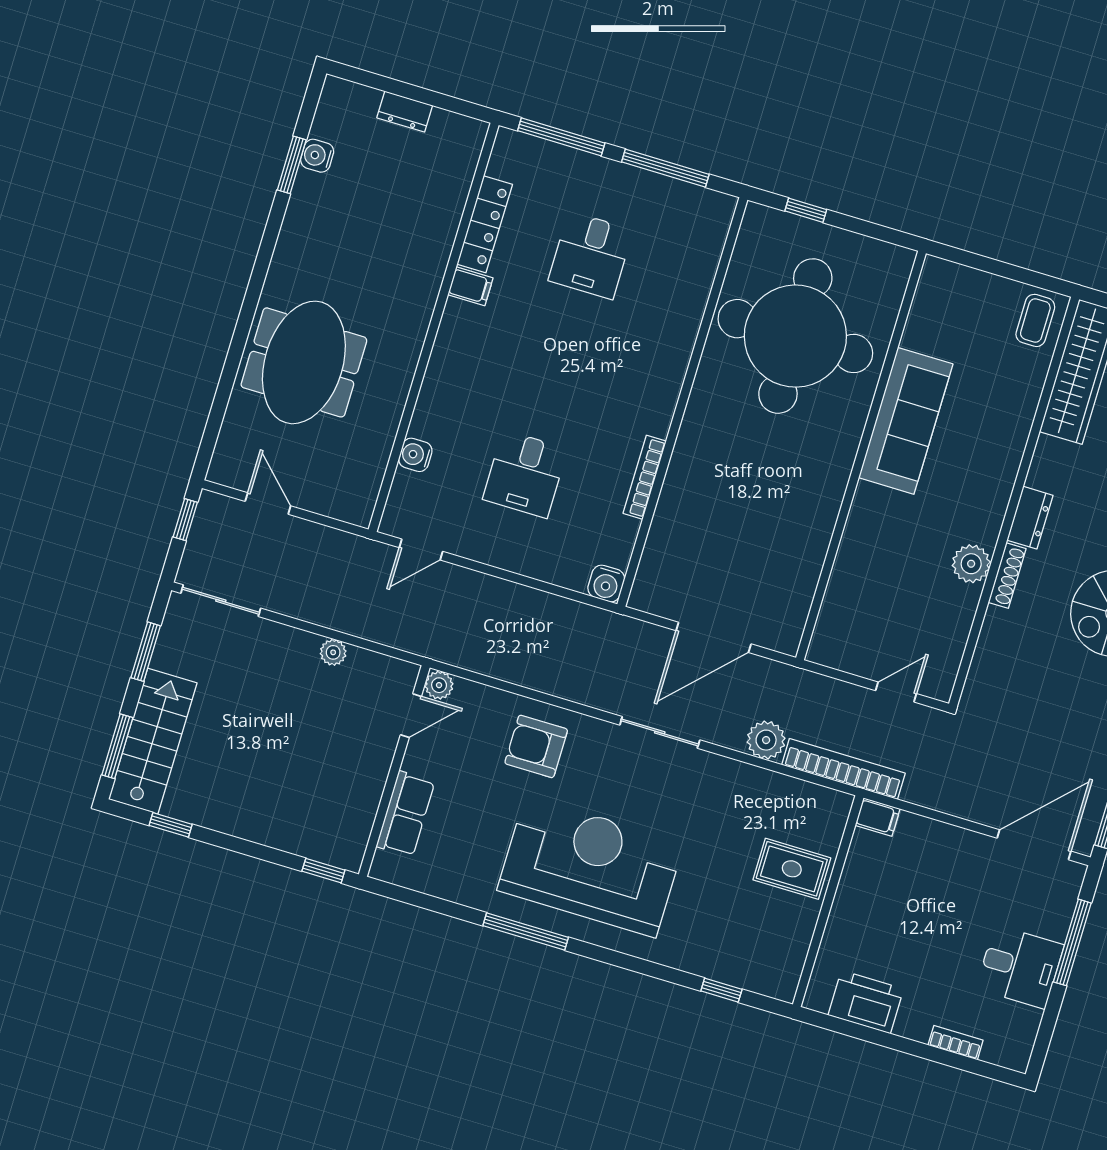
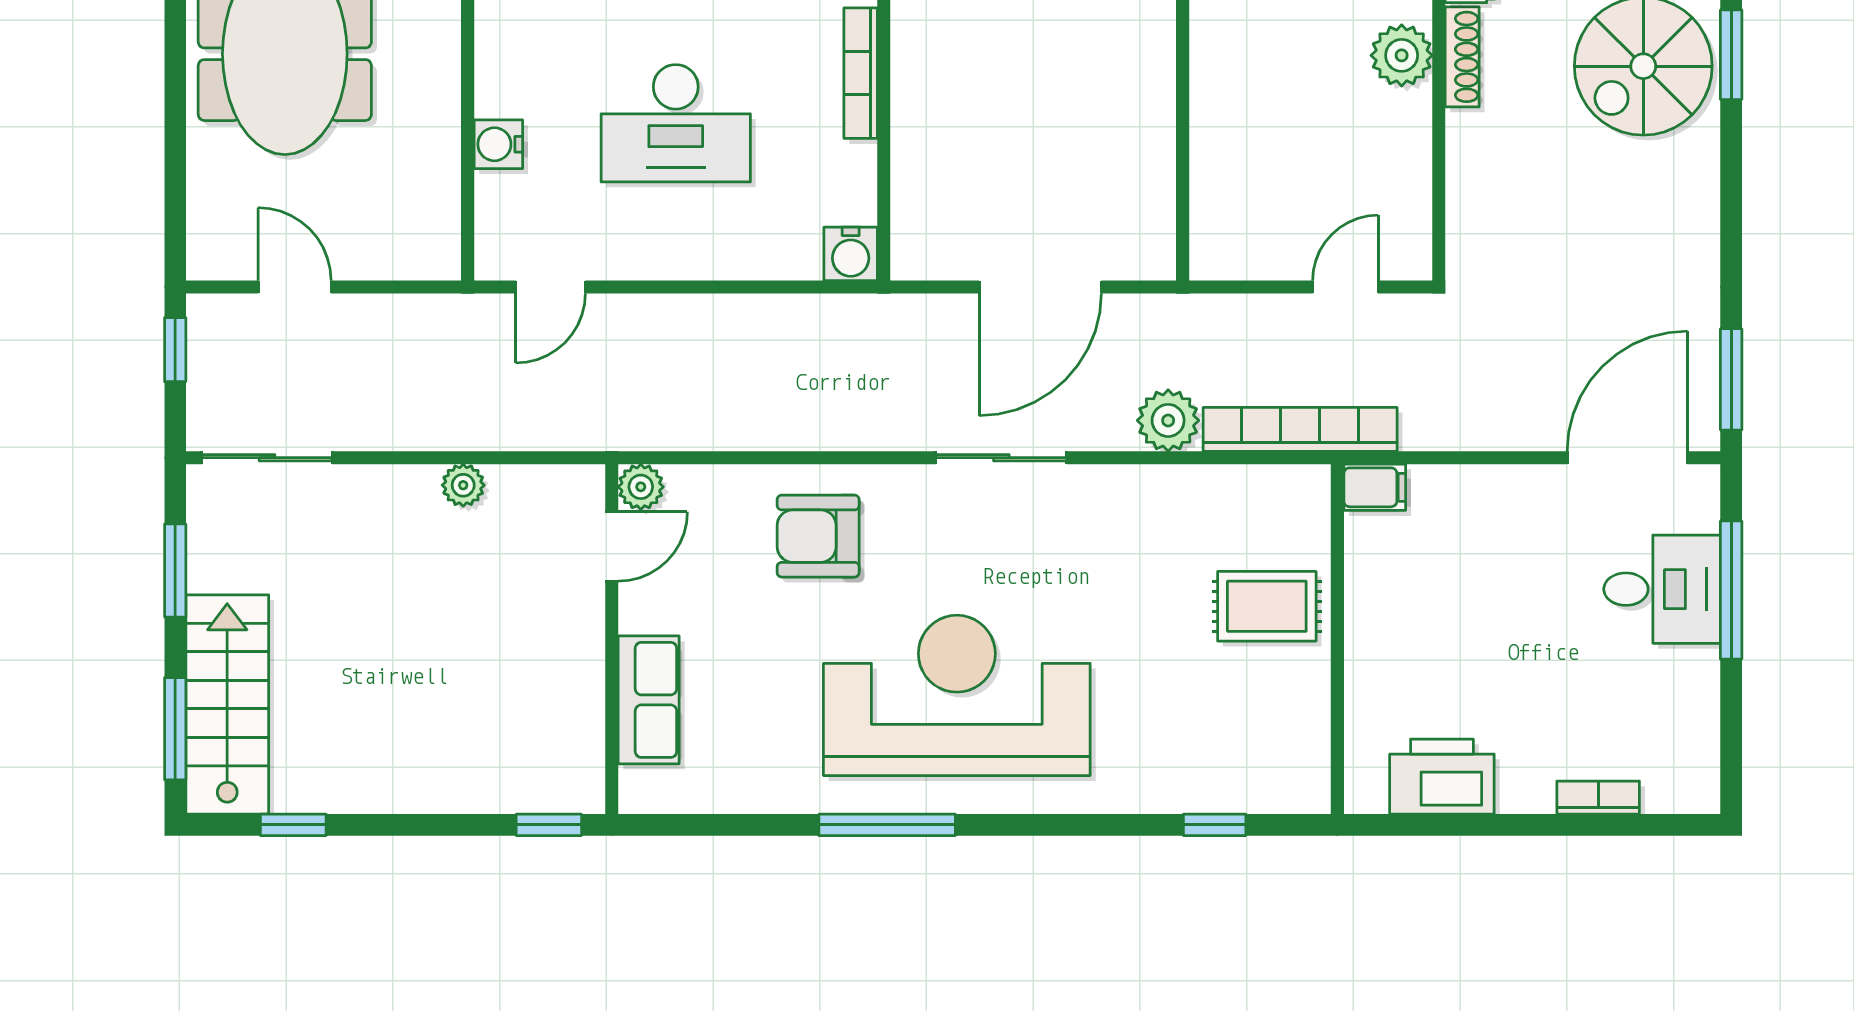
desk: (525, 474) -> (676, 123), width x1.37
desk: (1020, 967) -> (1662, 589), moved

